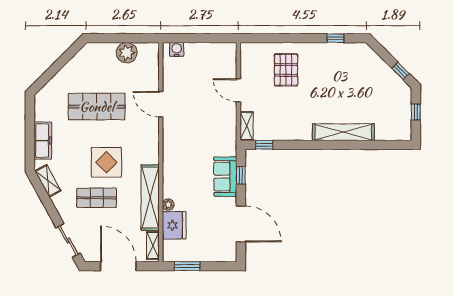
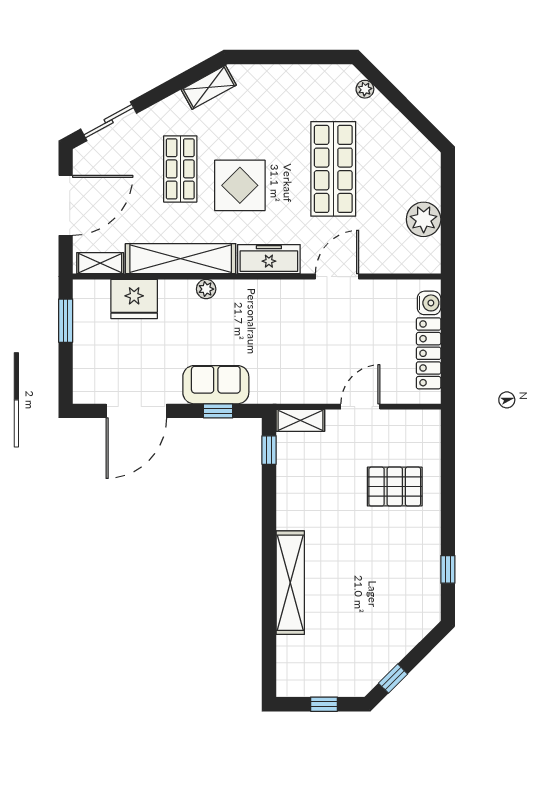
locker: (207, 50) -> (429, 353), added
plant: (49, 88) -> (365, 89), added
freezer: (43, 141) -> (269, 259), moved, turned 180
plant: (168, 205) -> (206, 289), moved

